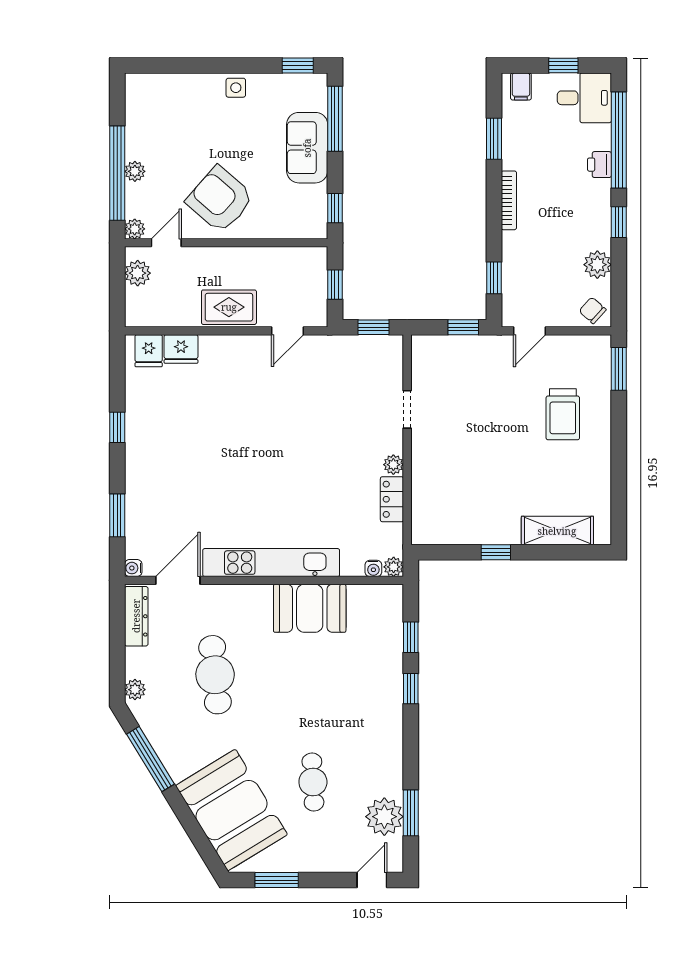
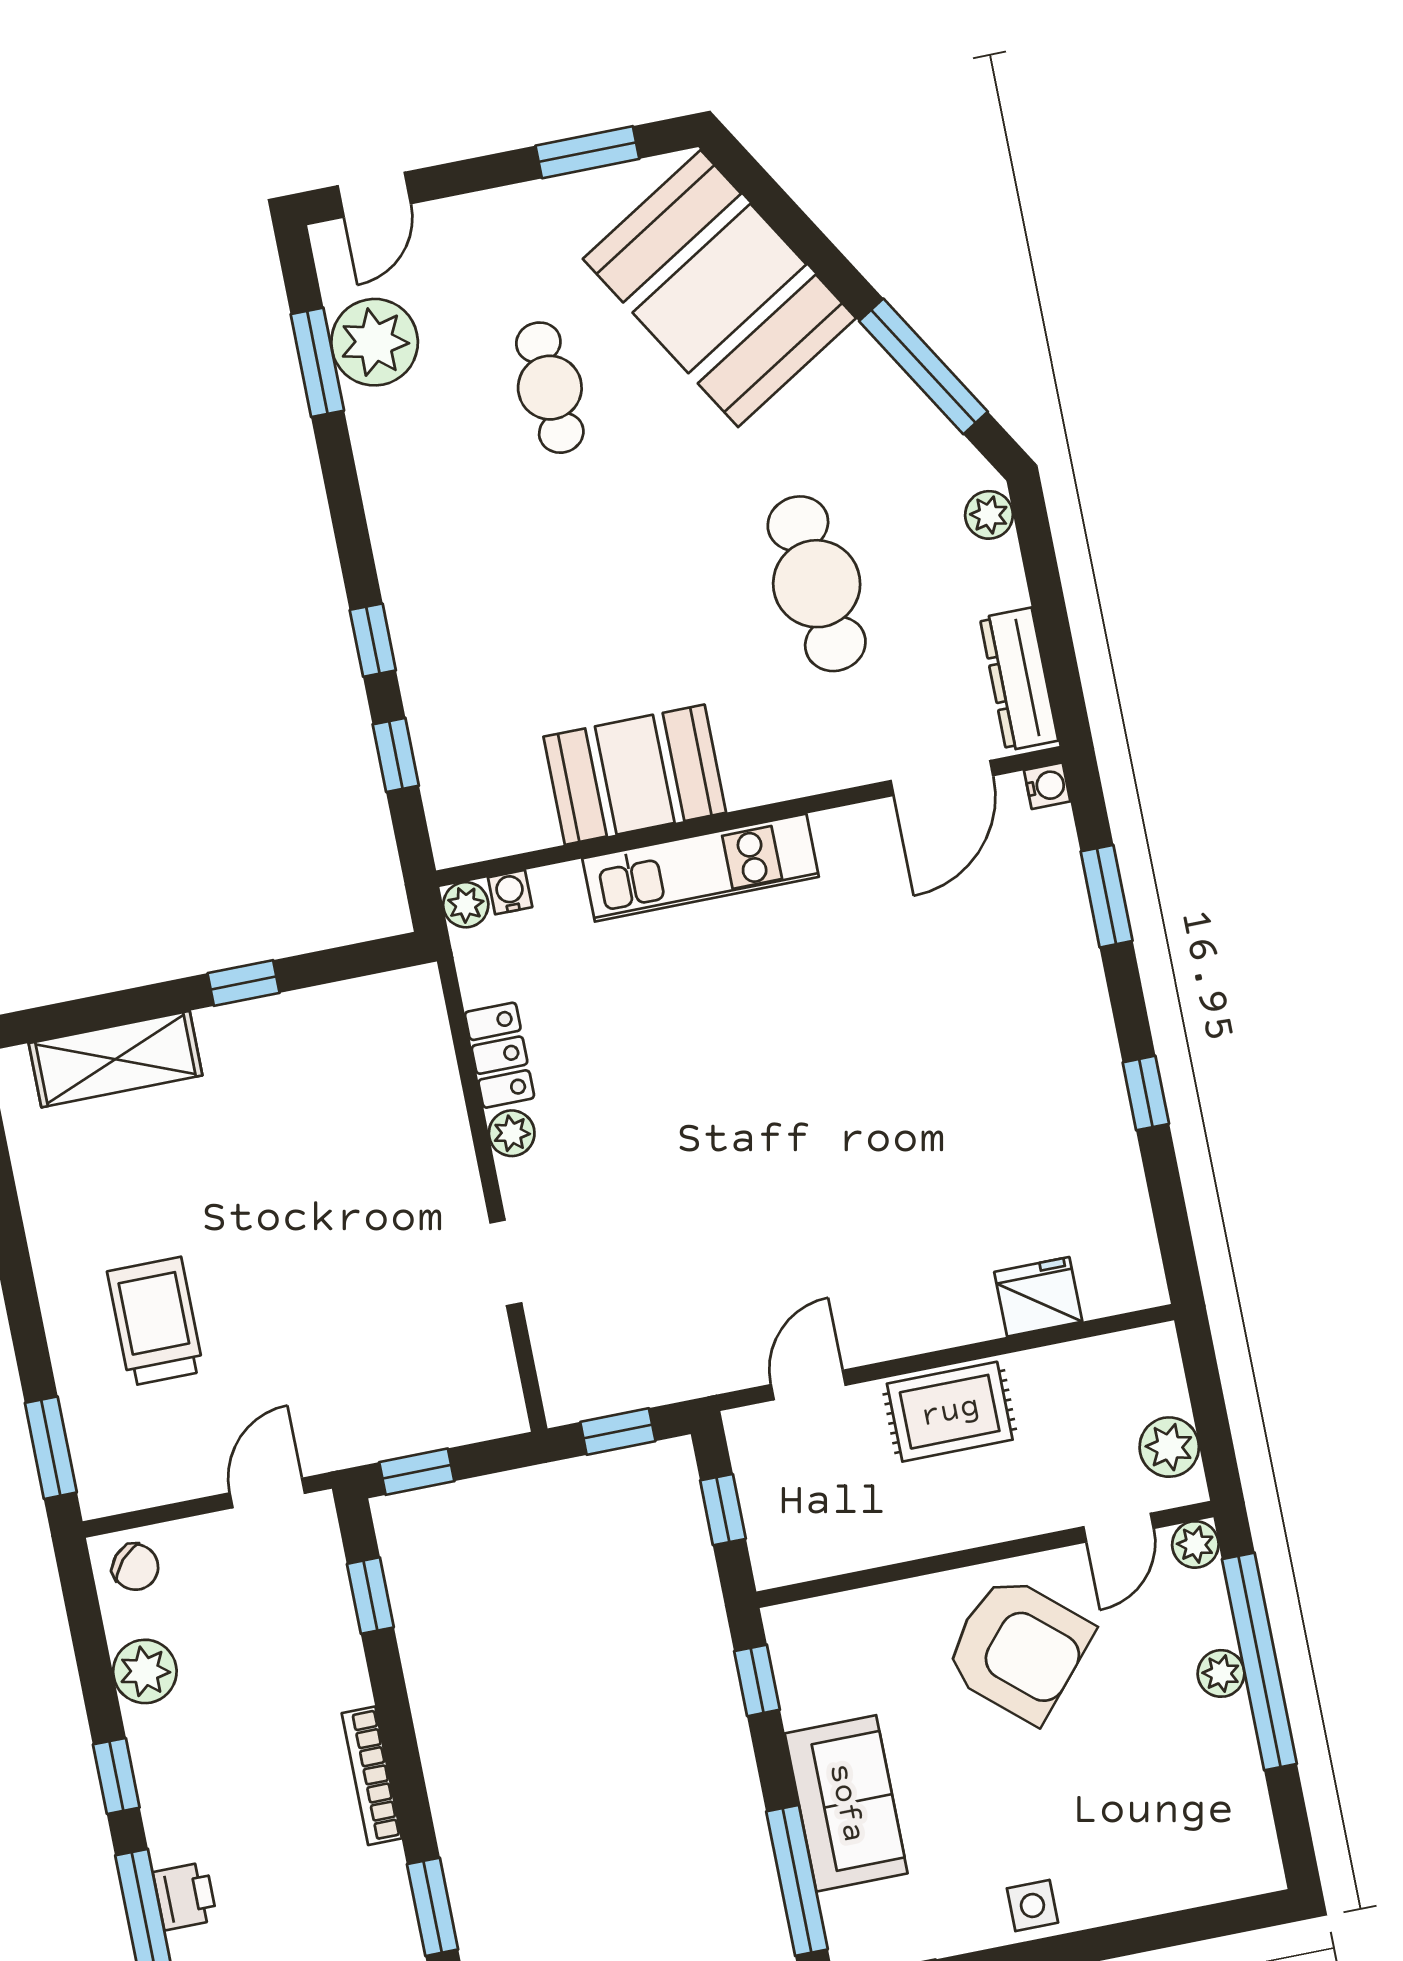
fridge: (149, 351) -> (1110, 1278), removed
kitchen unit: (271, 563) -> (701, 868), width x0.73

